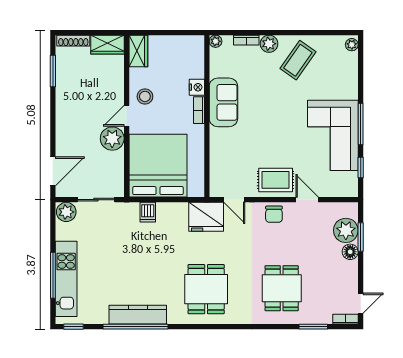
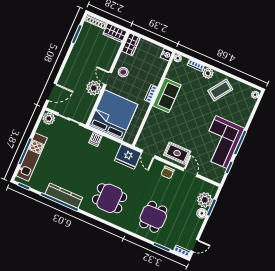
nightstand: (197, 87) -> (167, 55), moved
door: (127, 116) -> (108, 78), hinge flipped
dining table: (206, 289) -> (110, 198), turned 90

